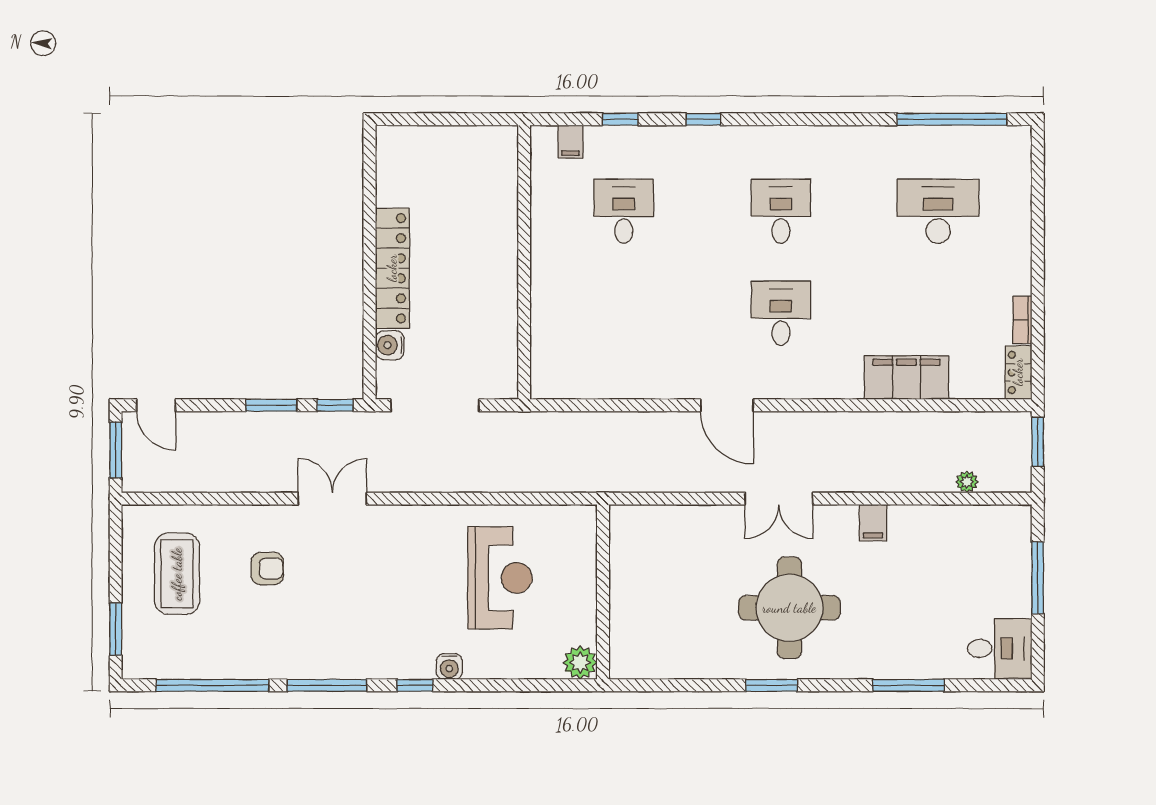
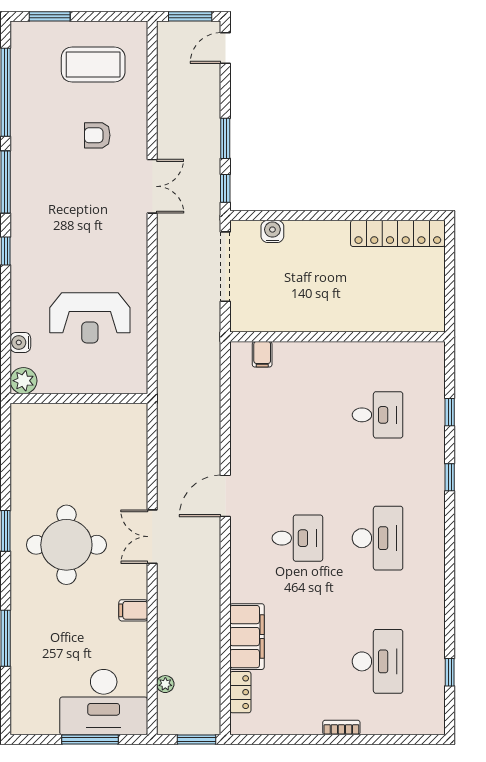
window: (952, 119) -> (450, 672), width x0.32
filing cabinet: (570, 142) -> (262, 354), moved, turned -90
desk: (781, 211) -> (378, 538), width x1.37
locker: (392, 268) -> (398, 233), moved
bookcase: (1022, 320) -> (341, 728), moved
locker: (1018, 372) -> (240, 692), moved, turned 90
armchair: (267, 569) -> (97, 135), turned 90
desk: (1000, 648) -> (104, 702), moved, width x1.87, depth x1.30
water cooler: (449, 667) -> (20, 342), moved

